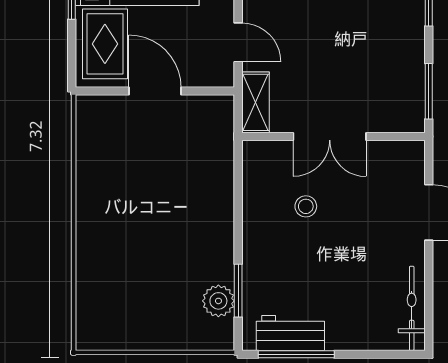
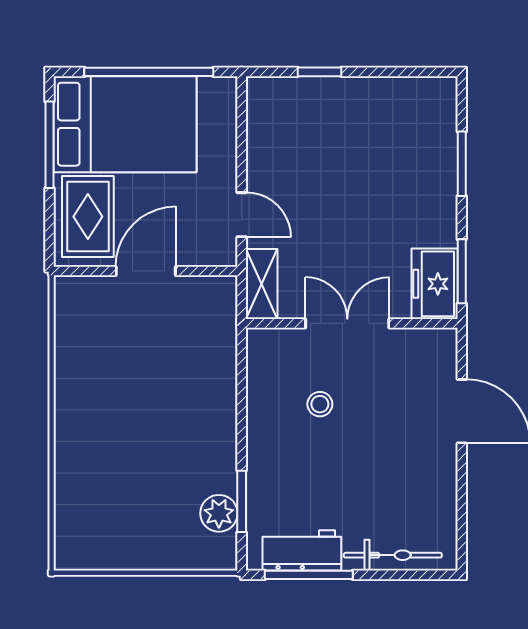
door: (155, 91) -> (146, 271), hinge flipped
freezer: (405, 102) -> (435, 284), added
double door: (330, 136) -> (347, 323), swing flipped
bicycle: (412, 308) -> (393, 555), moved, turned 90

